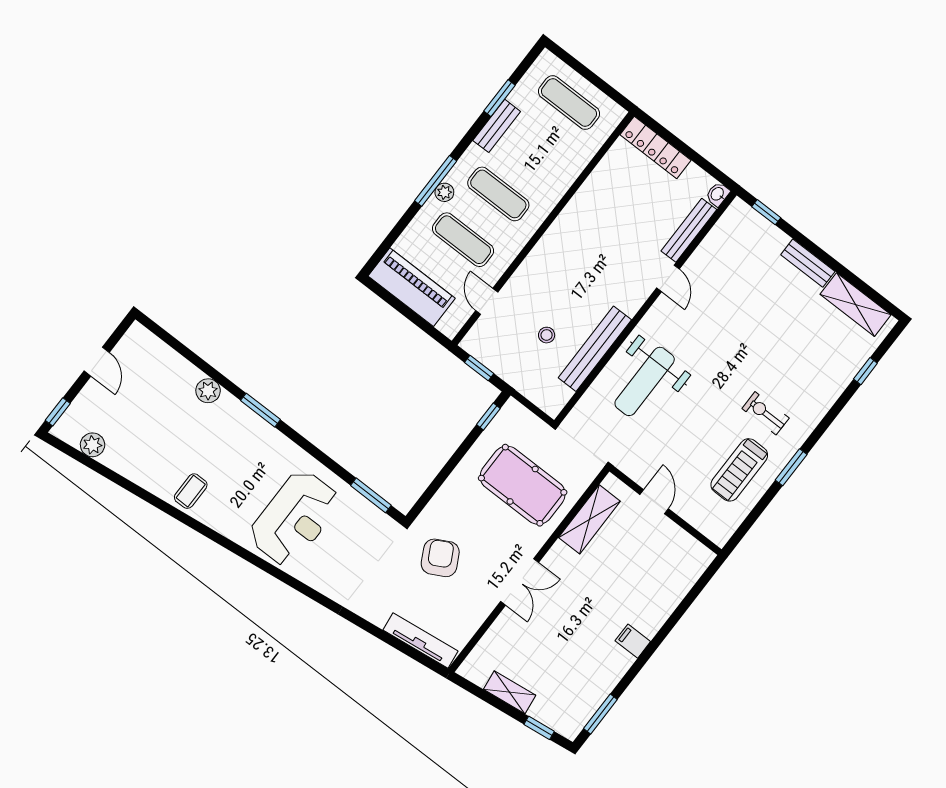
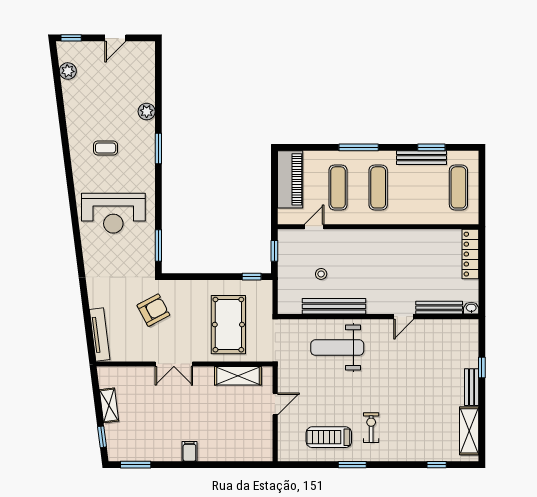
bench: (497, 126) -> (421, 158), width x1.36
plant: (444, 192) -> (356, 157), removed
window: (766, 212) -> (482, 368), moved
coffee table: (191, 491) -> (106, 148), moved

